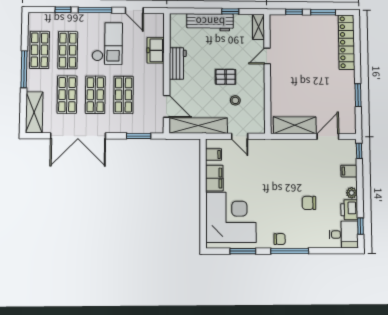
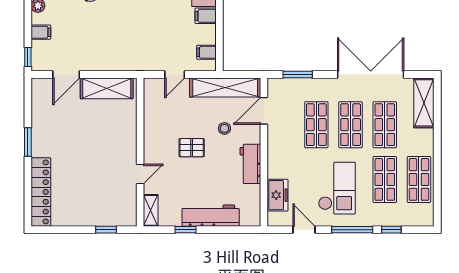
window: (323, 12) -> (70, 230), removed
checkout: (107, 43) -> (337, 188), turned 180
freezer: (156, 50) -> (278, 195), moved
window: (24, 69) -> (437, 155), removed
window: (358, 95) -> (28, 142), moved
stool: (235, 100) -> (224, 128), moved
door: (167, 106) -> (264, 111), hinge flipped
door: (240, 136) -> (175, 74), swing flipped
filing cabinet: (214, 178) -> (206, 16), width x0.50

